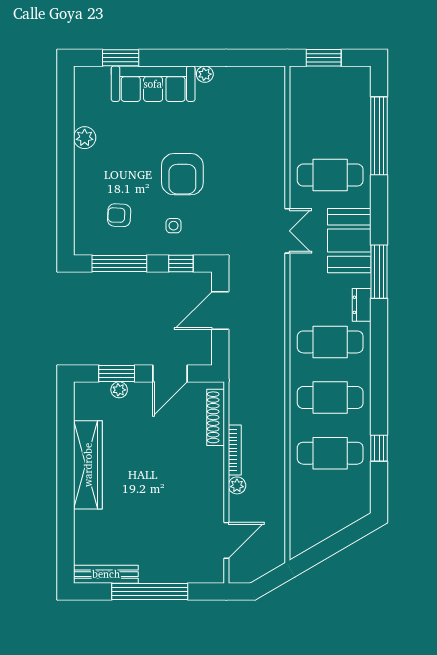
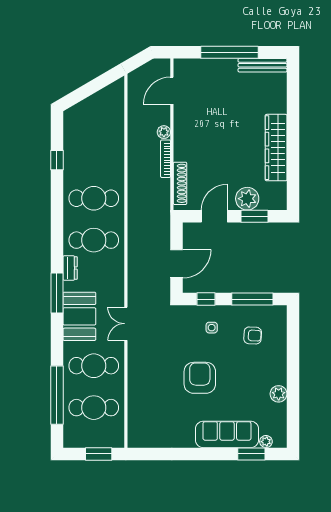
plant: (205, 74) -> (266, 442), moved
armchair: (182, 174) -> (200, 378), moved
plant: (119, 390) -> (247, 199), width x1.88, depth x1.88
cafe table: (330, 453) -> (94, 408), moved

